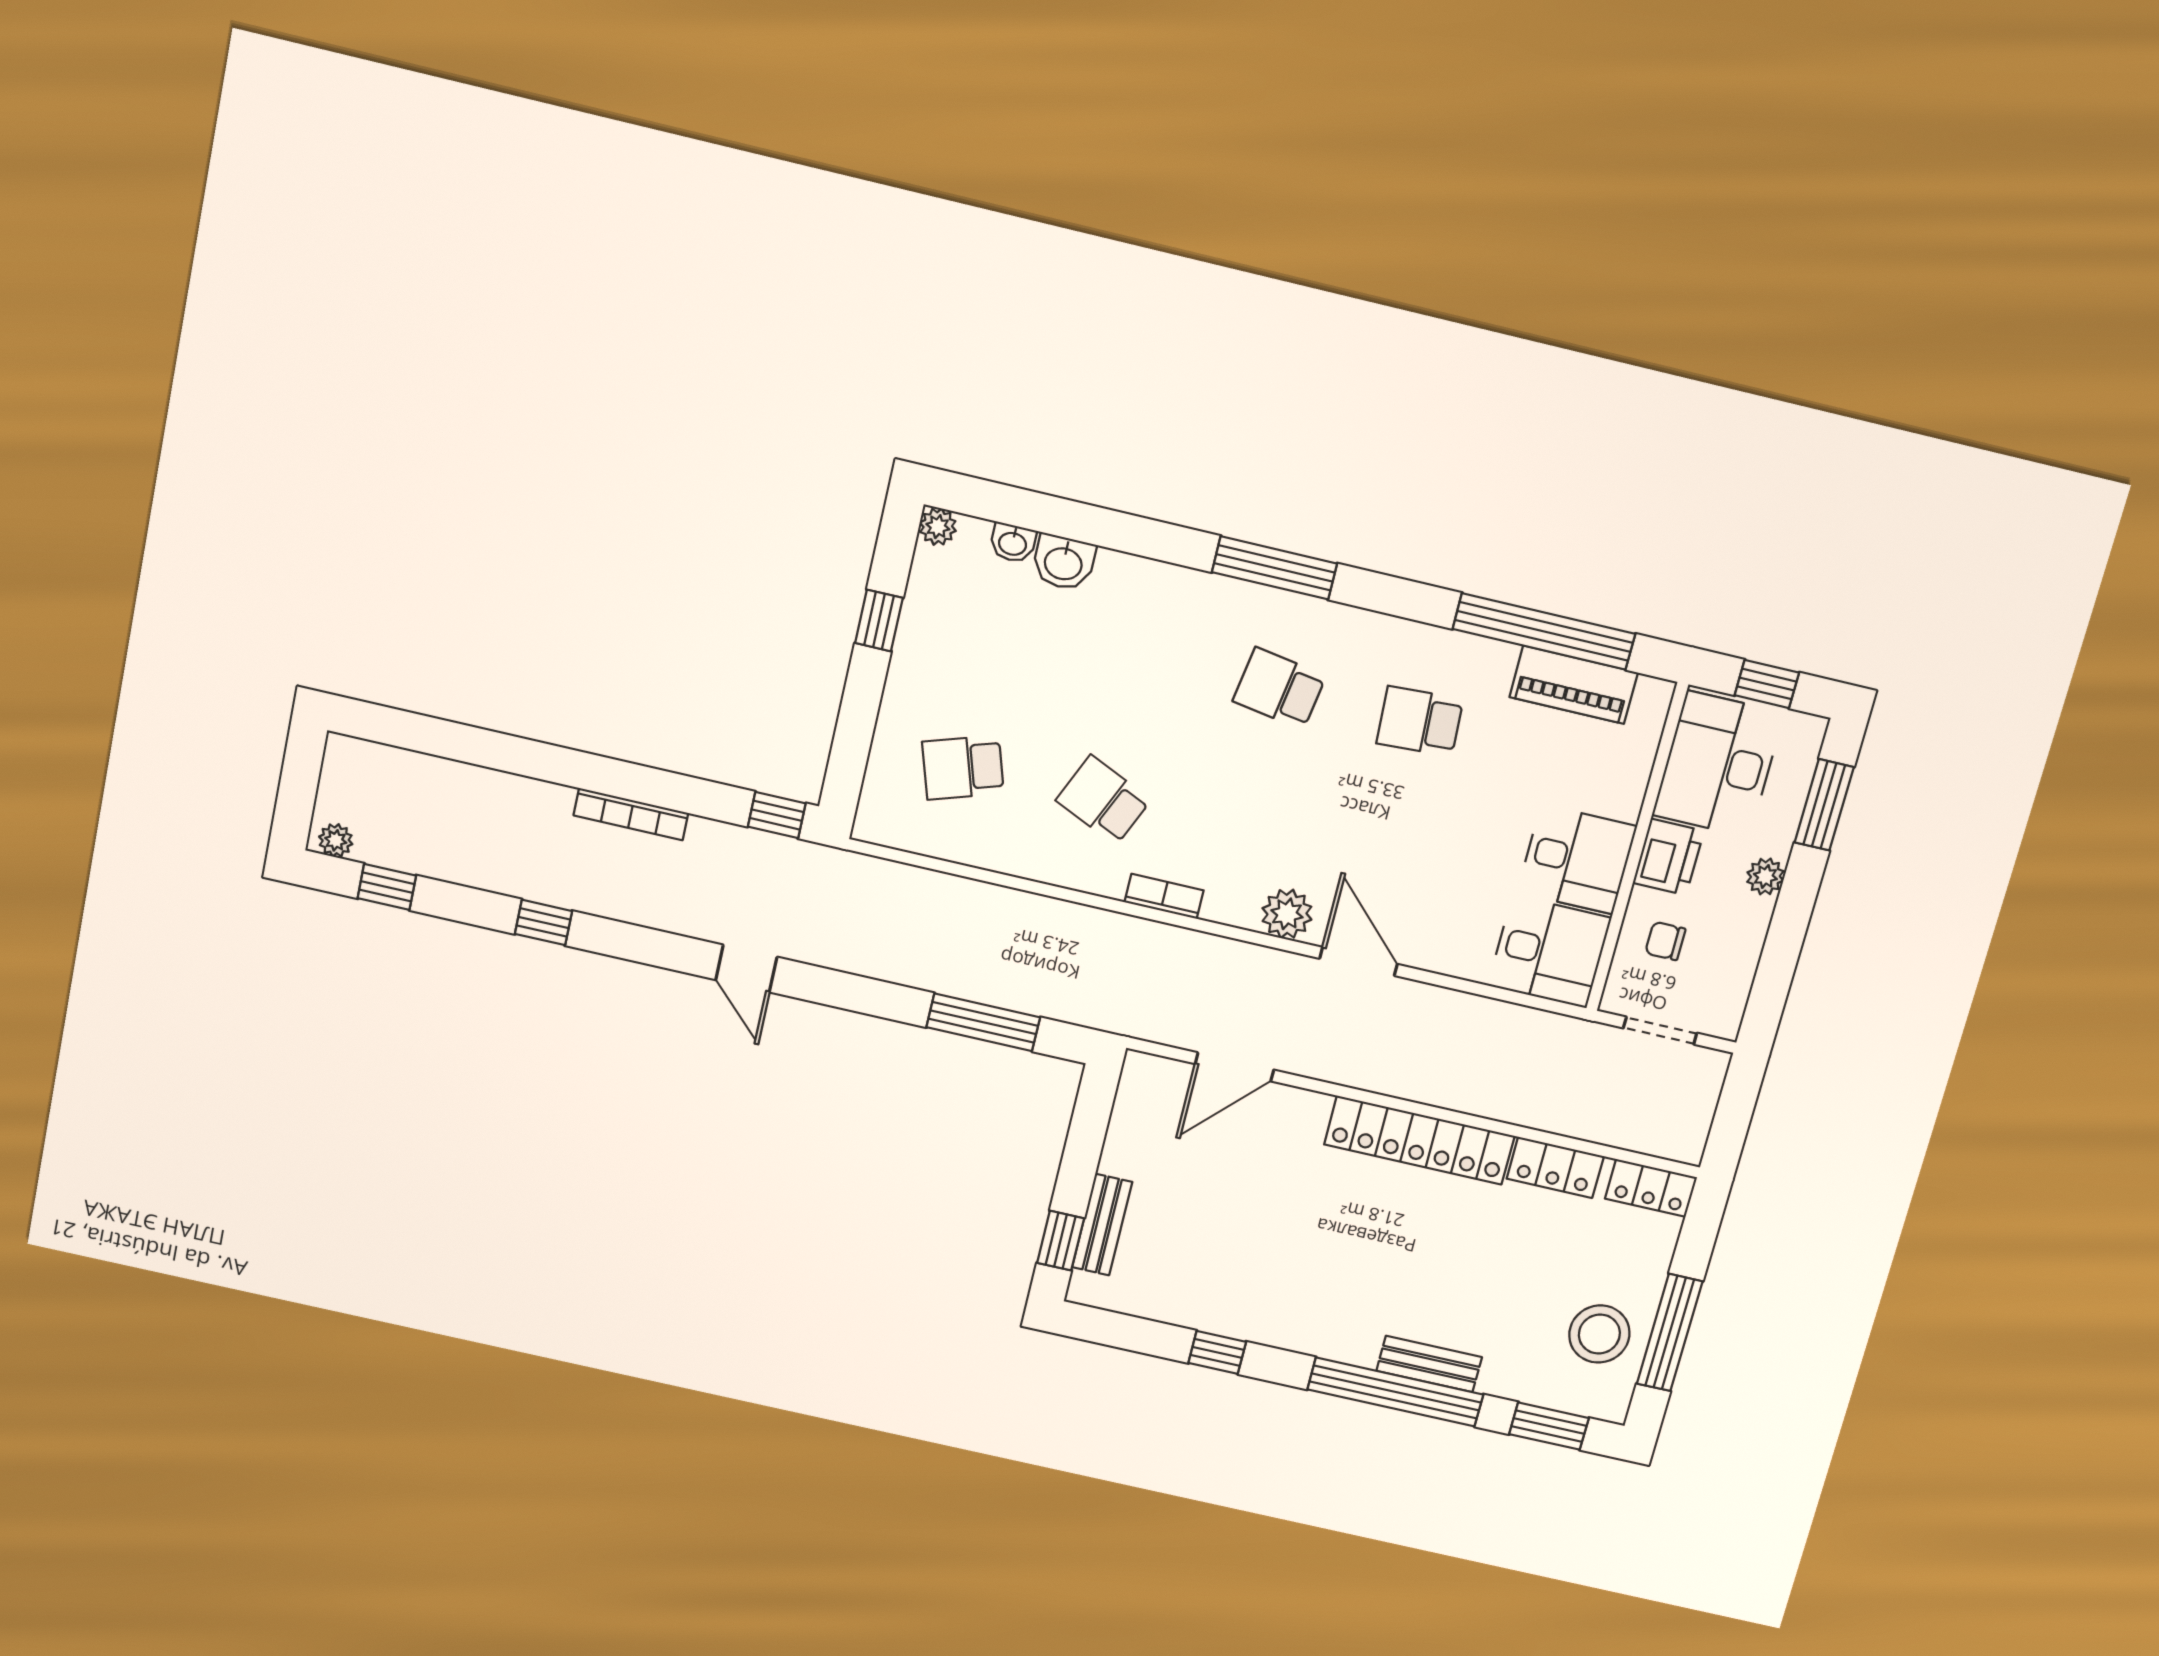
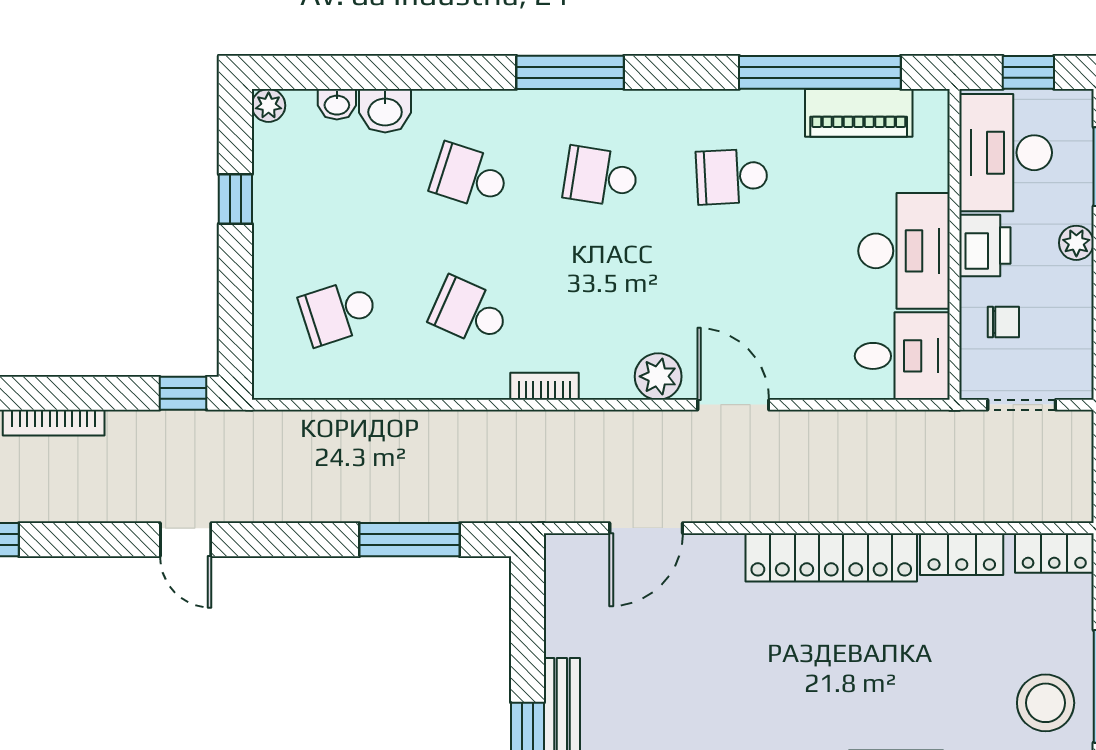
school desk: (1138, 655) -> (470, 177), added
desk: (1577, 859) -> (904, 251), width x1.37
chair: (1665, 941) -> (1003, 322), turned 180

